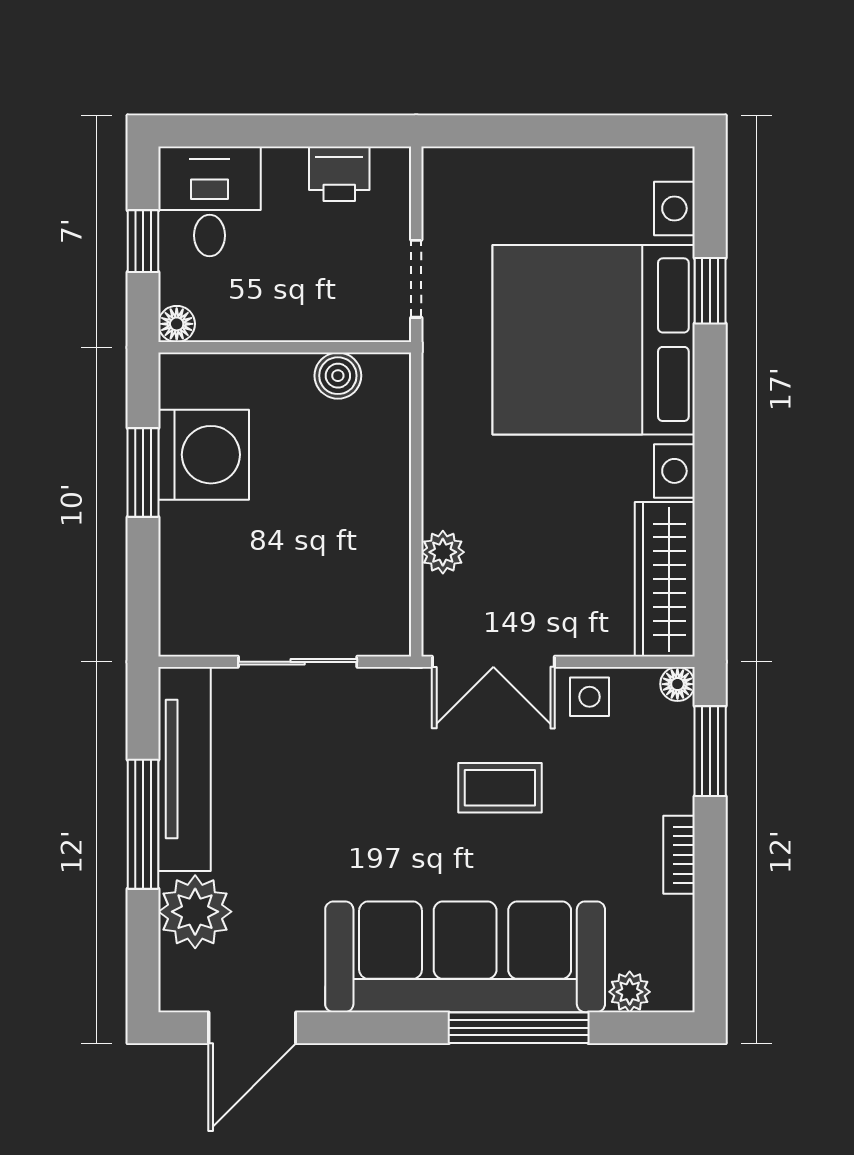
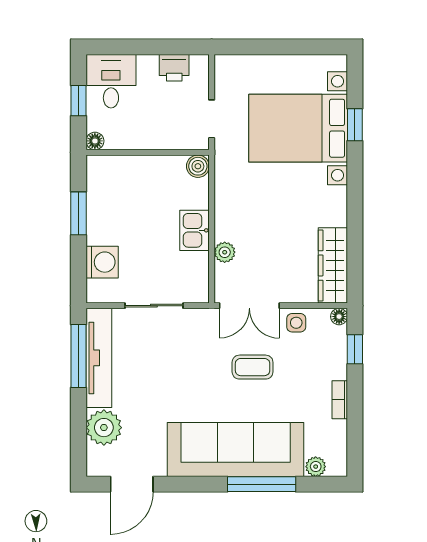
bed with nightstands: (594, 340) -> (298, 128), width x0.73
boiler: (338, 376) -> (198, 166), moved
washing machine: (204, 455) -> (102, 262), moved, width x0.73, depth x0.73
kitchen sink: (381, 507) -> (195, 230), added
window: (710, 751) -> (355, 349), width x0.67
window: (143, 824) -> (79, 356), moved

